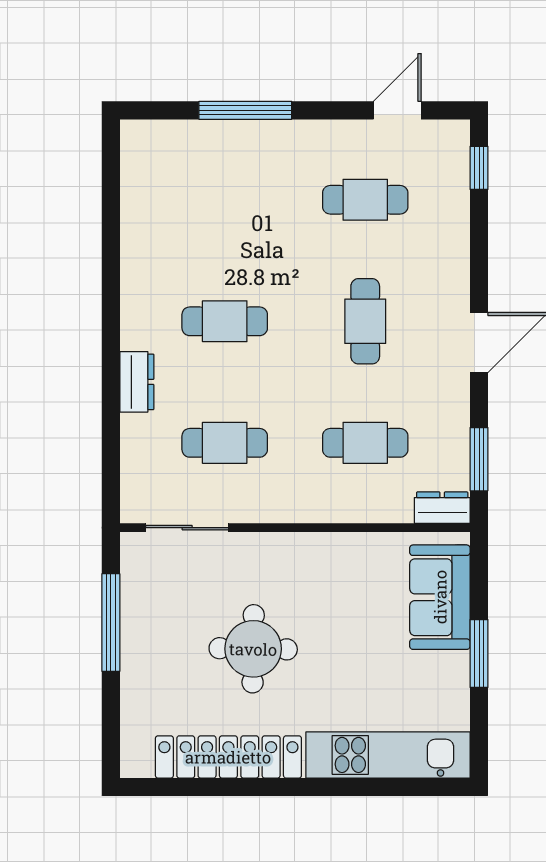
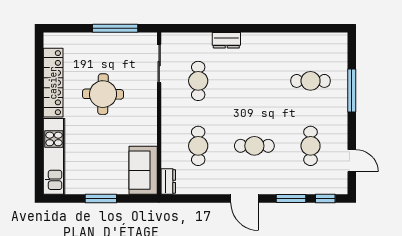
cafe table: (225, 321) -> (311, 81), moved, turned 90
window: (479, 459) -> (291, 198), moved
sofa: (440, 597) -> (143, 170), moved, turned -90

